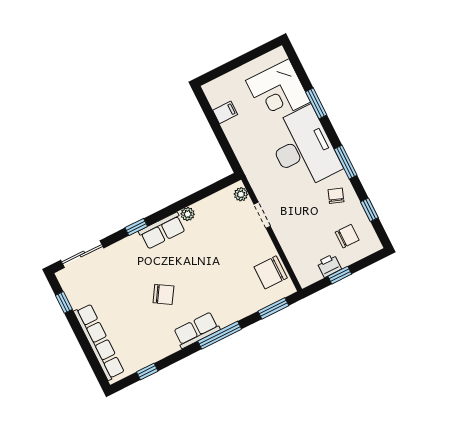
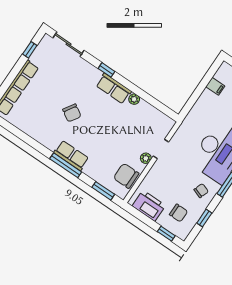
plant: (241, 194) -> (146, 158), moved
printer: (329, 266) -> (149, 206), width x1.87, depth x1.48
window: (340, 275) -> (166, 234), moved
row of seats: (197, 330) -> (71, 156), moved
window: (147, 372) -> (15, 131), removed

